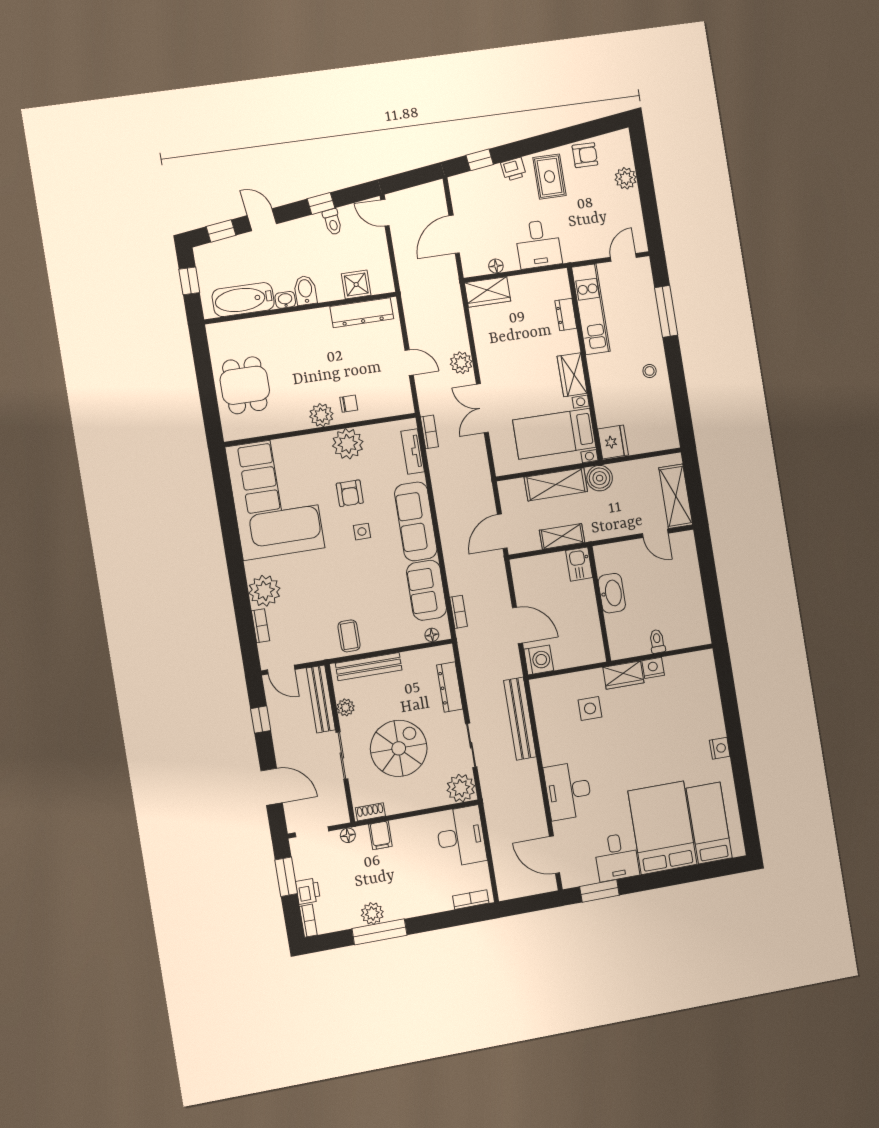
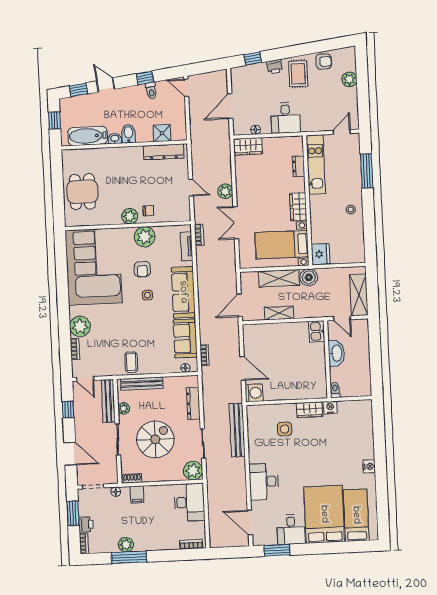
kitchen sink: (579, 564) -> (317, 331), moved
washbasin: (612, 593) -> (336, 353), moved
wall: (599, 604) -> (327, 359), moved

